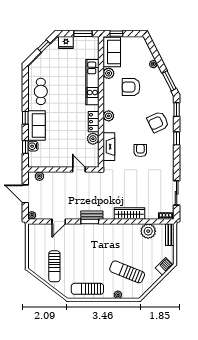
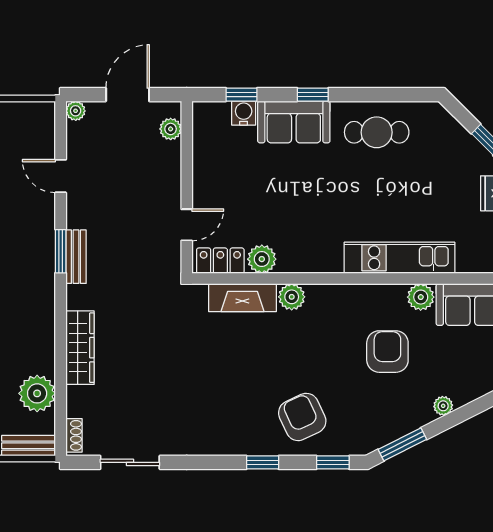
plant: (109, 116) -> (292, 297), moved
locker: (94, 122) -> (220, 261), moved
armchair: (140, 151) -> (233, 374), removed

